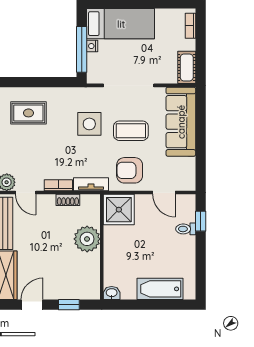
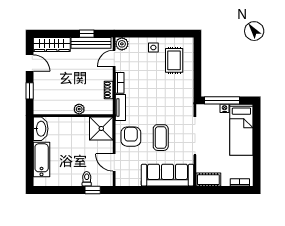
side table: (89, 124) -> (153, 48), moved, width x0.54, depth x0.54
door: (164, 193) -> (114, 163), hinge flipped
plant: (87, 239) -> (79, 109), width x0.53, depth x0.53
washbasin: (112, 293) -> (41, 129), width x1.91, depth x1.45

